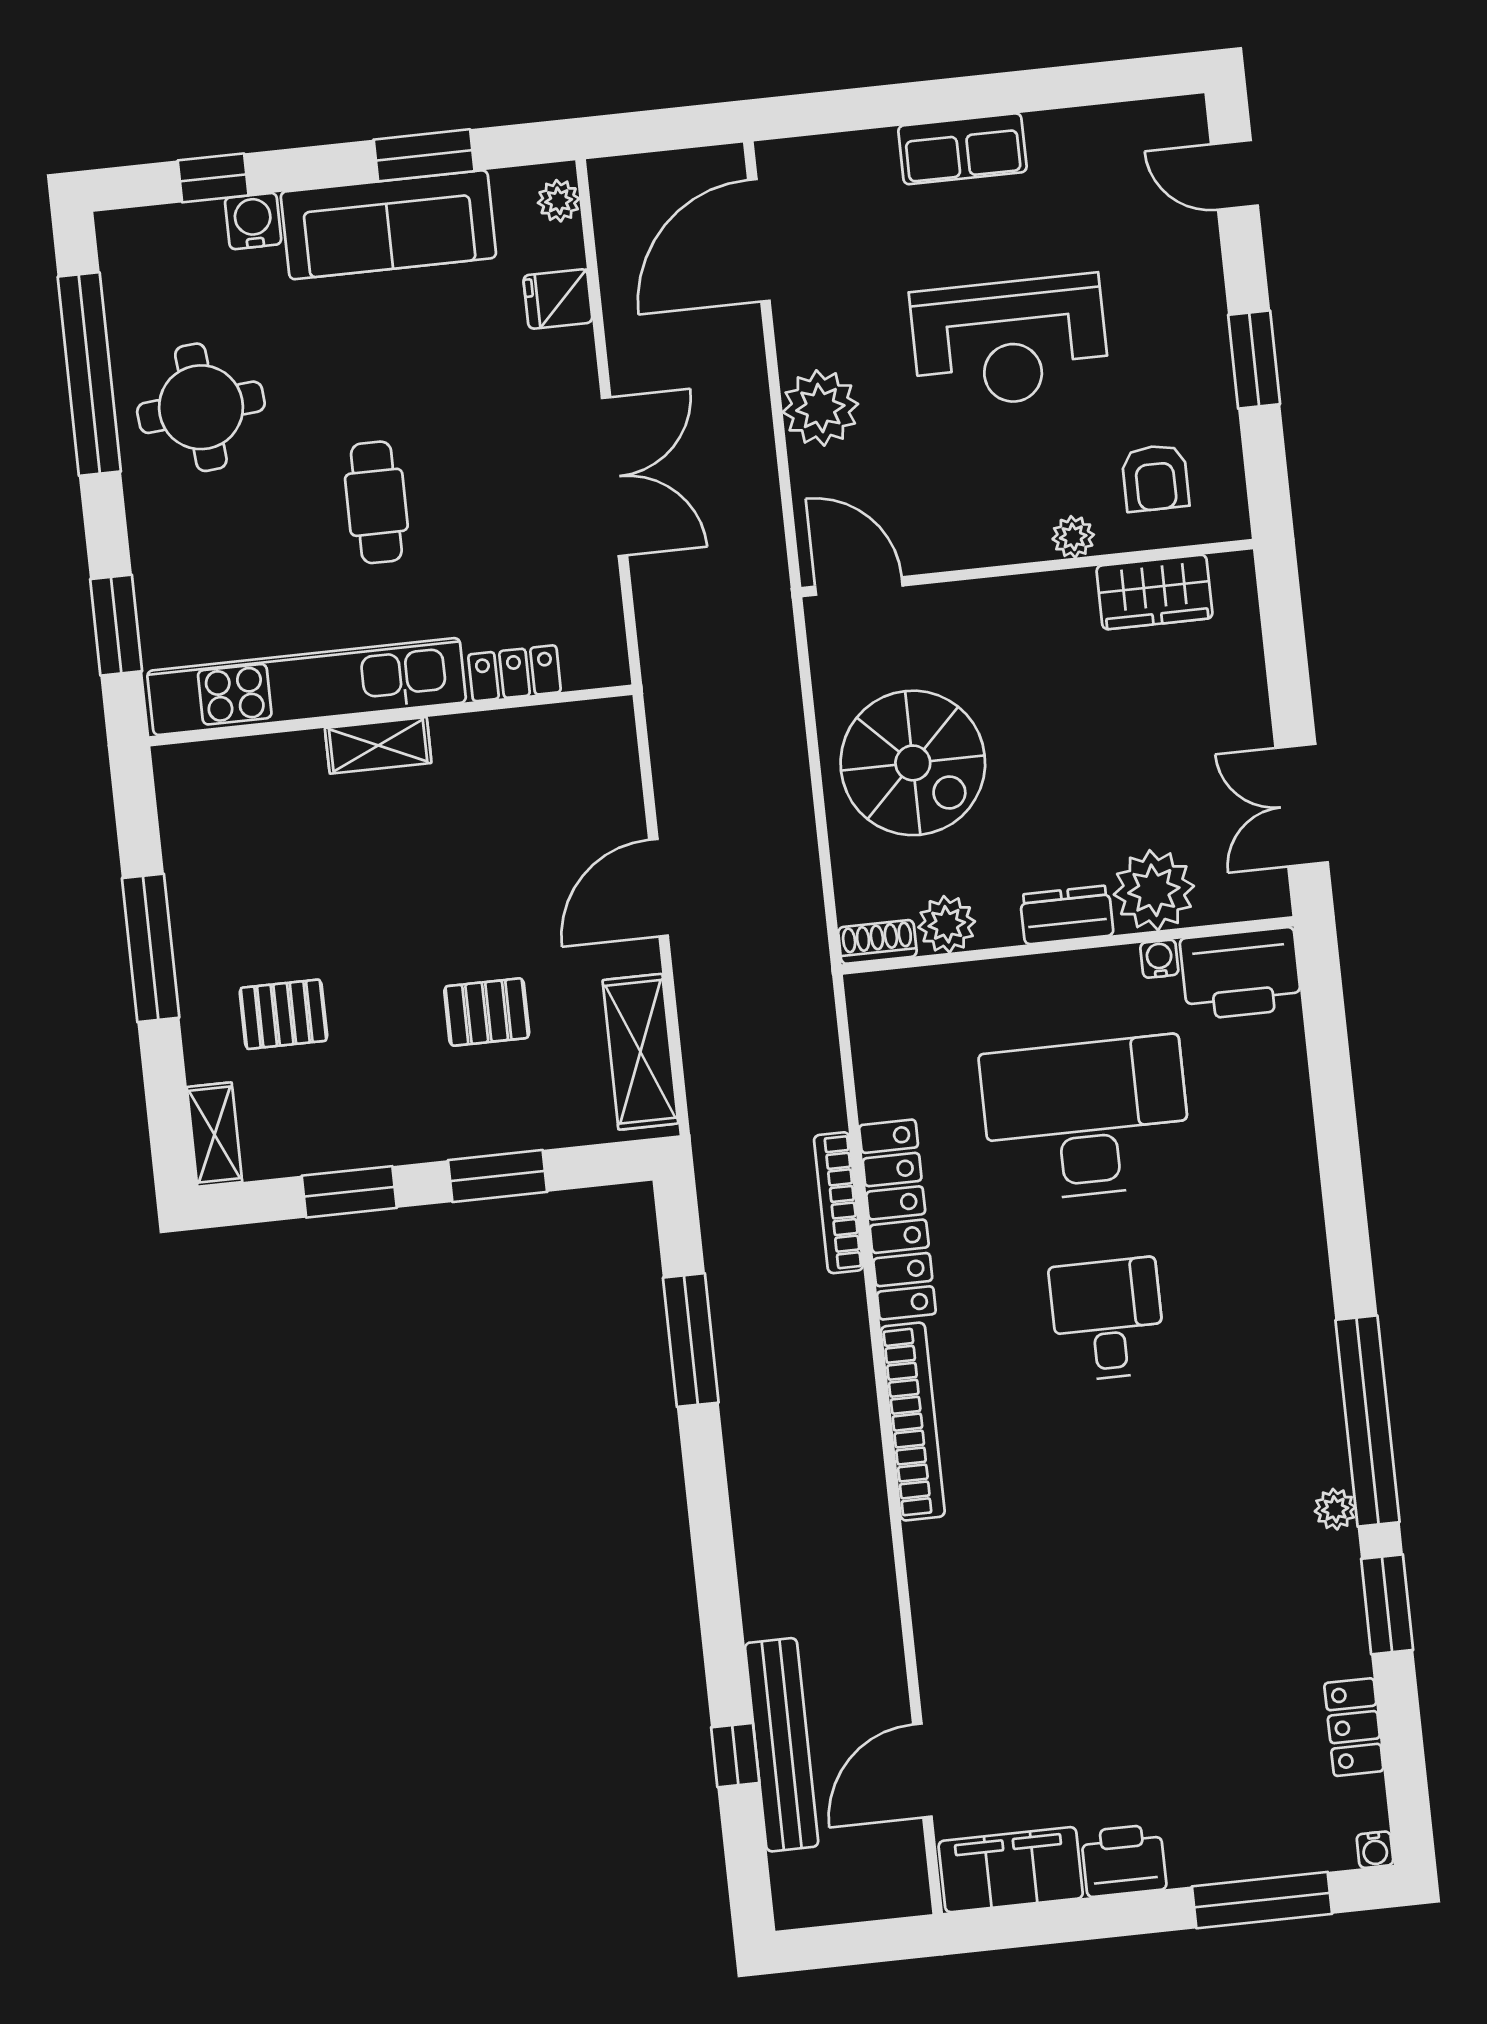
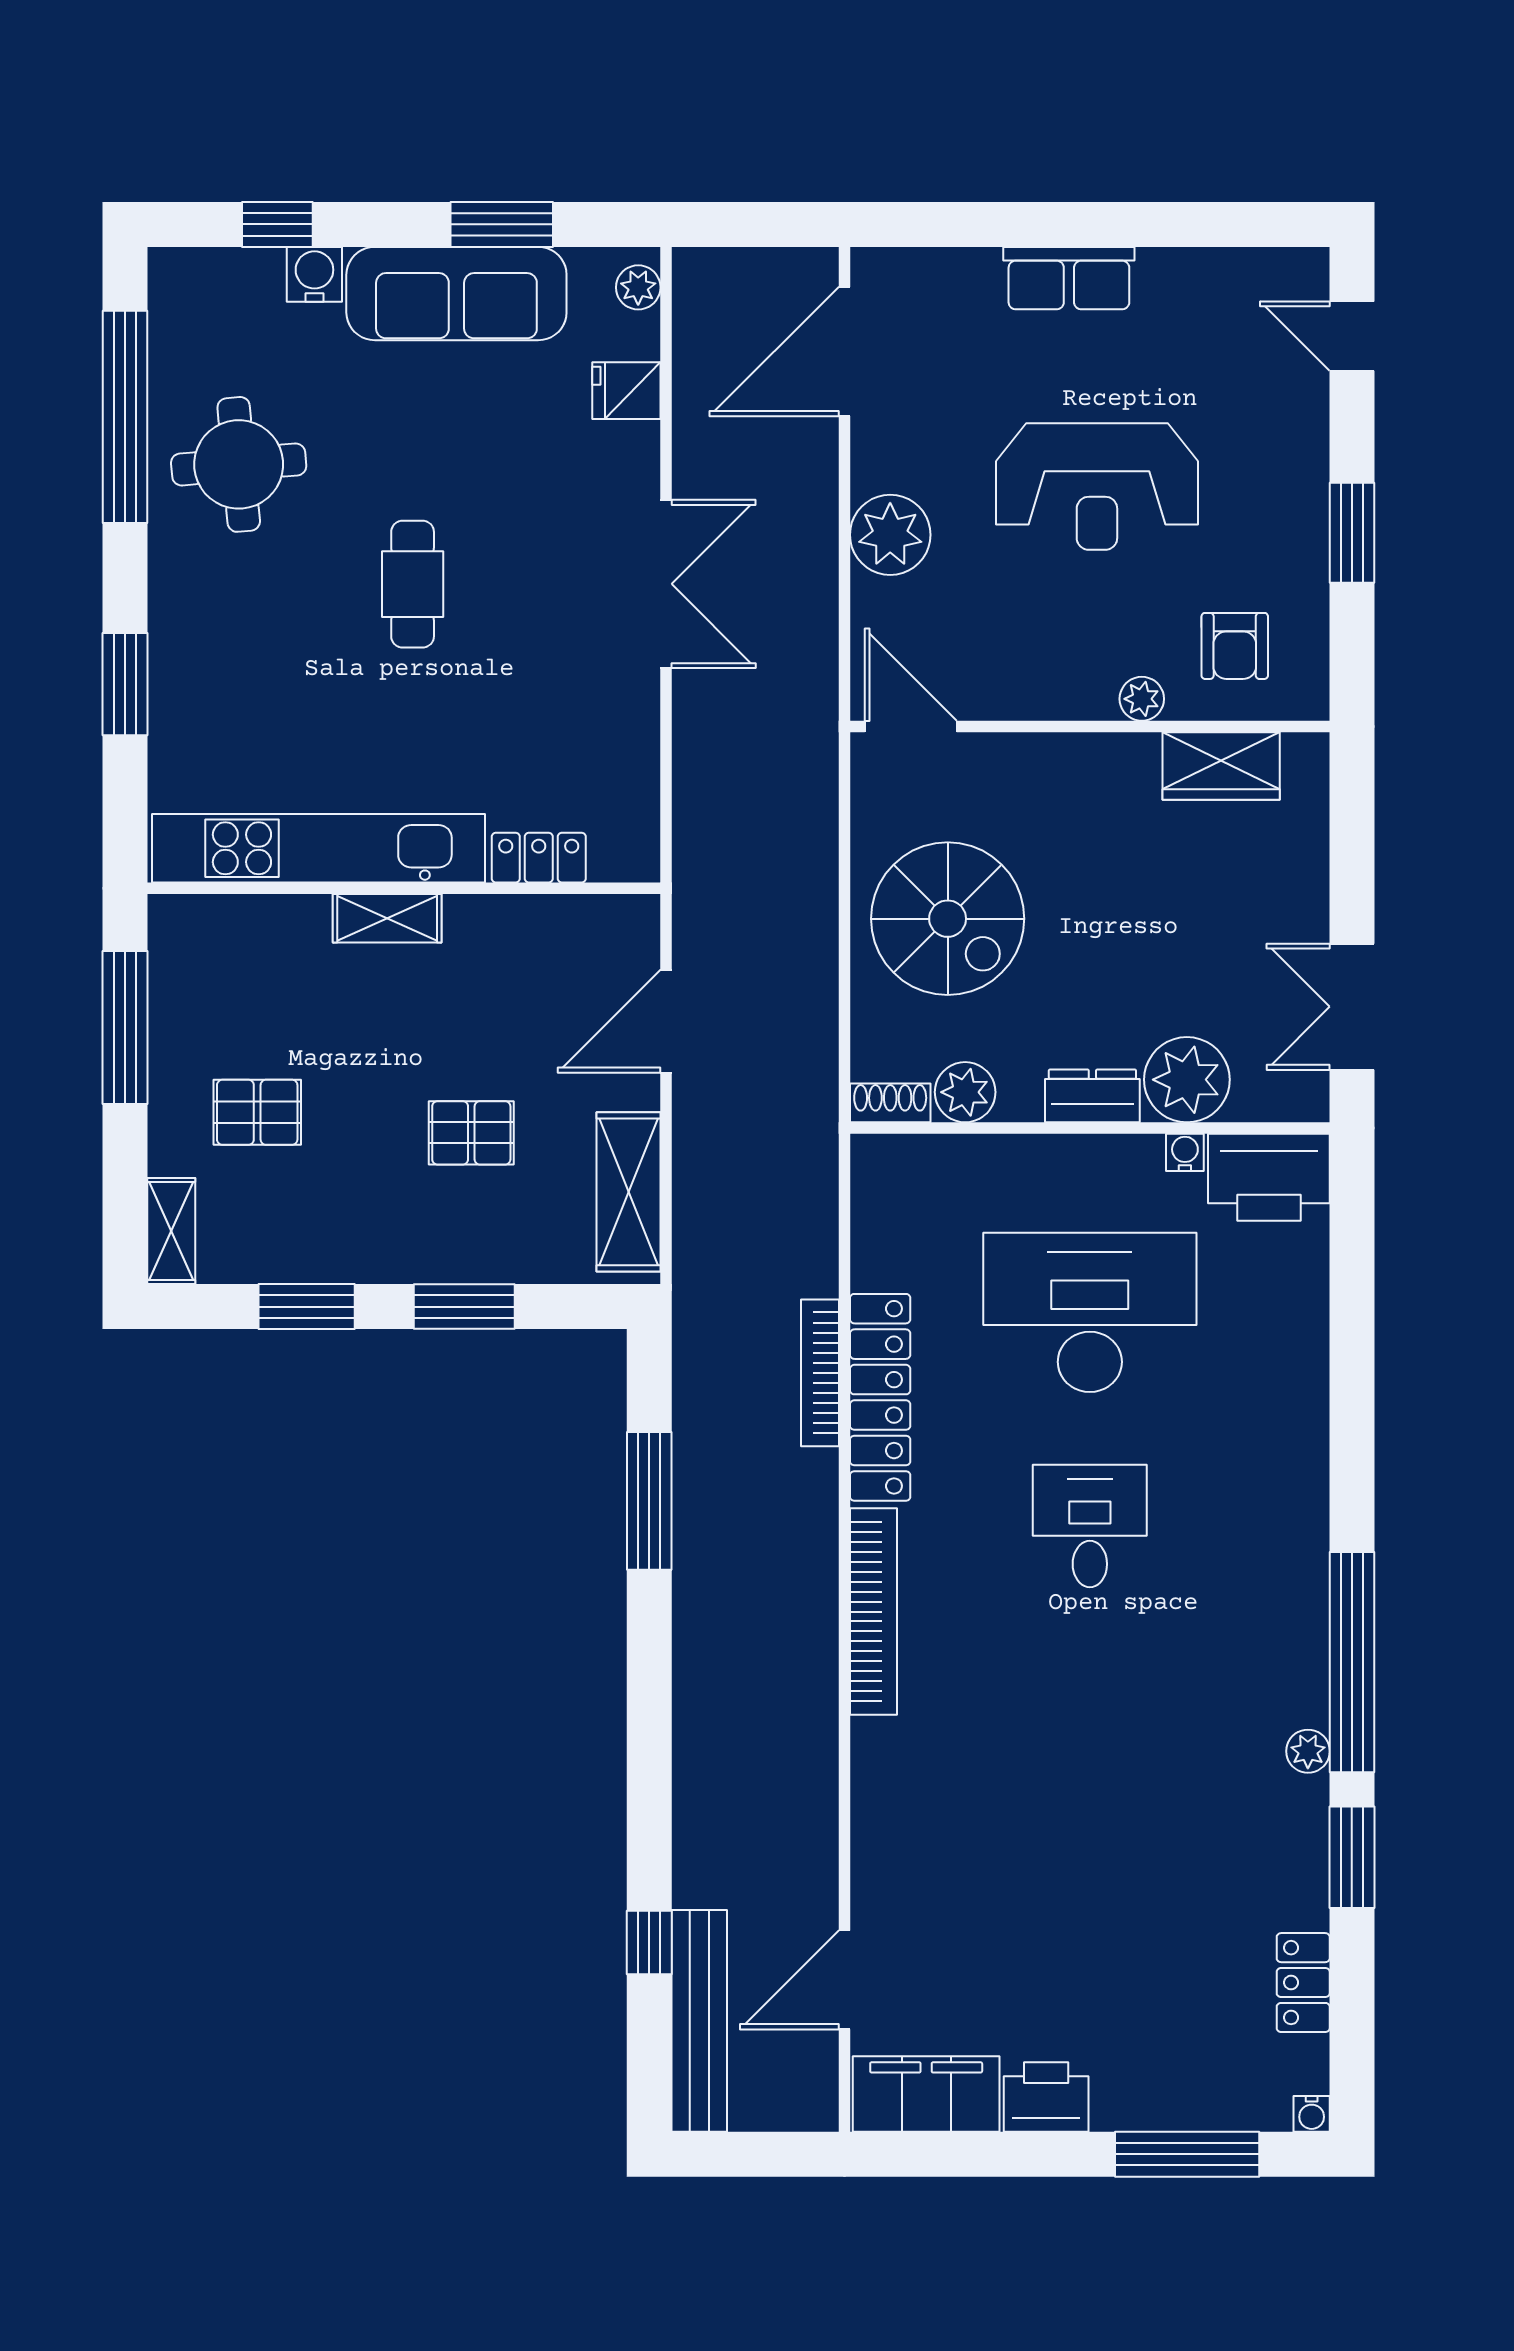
locker: (515, 673) -> (539, 858), moved
kitchen unit: (307, 687) -> (318, 848), moved
wall: (391, 716) -> (404, 888), moved
shelving: (378, 745) -> (387, 918), moved
bench: (782, 1745) -> (699, 2021), moved

